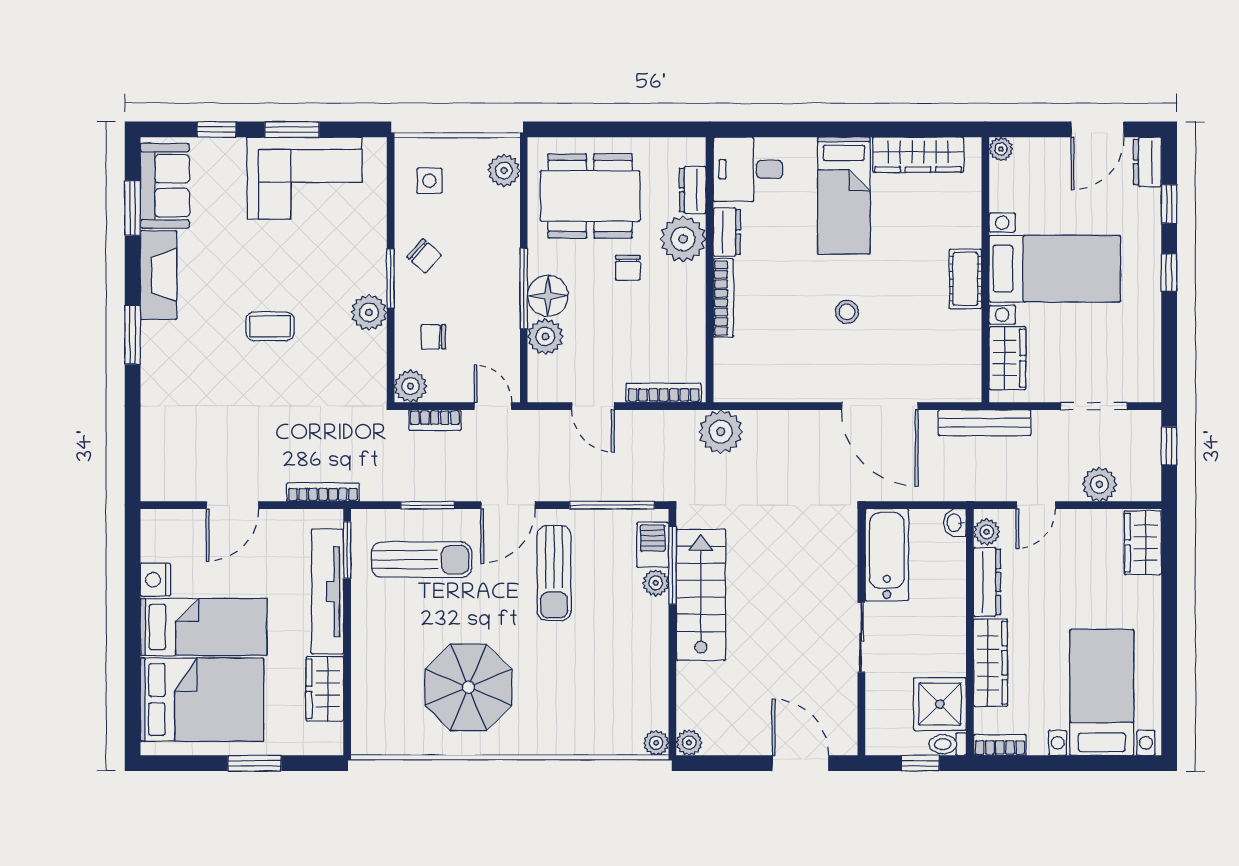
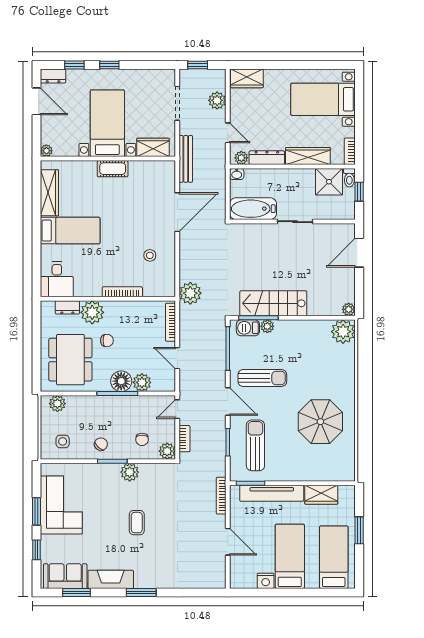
dresser: (727, 232) -> (89, 290), removed
stool: (847, 312) -> (150, 255), moved
door: (593, 406) -> (177, 358), swing flipped
bed: (202, 700) -> (334, 557), width x0.67
plant: (656, 743) -> (343, 332), width x1.88, depth x1.88

